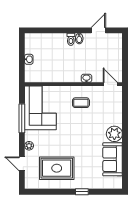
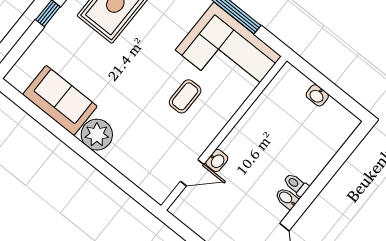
door: (110, 84) -> (192, 173), moved
coffee table: (81, 103) -> (185, 96), moved

